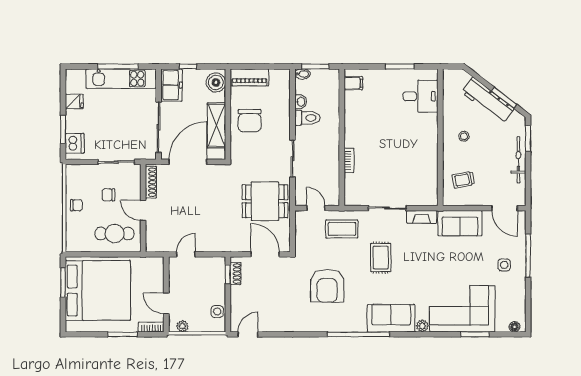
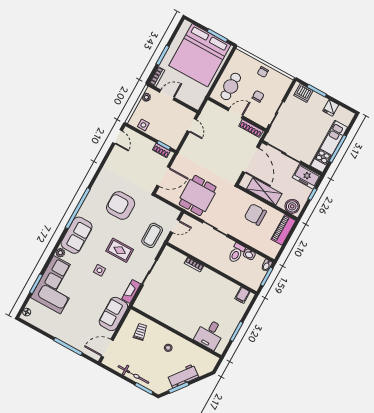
workbench: (488, 100) -> (183, 376), width x0.73
side table: (504, 265) -> (100, 270), moved

